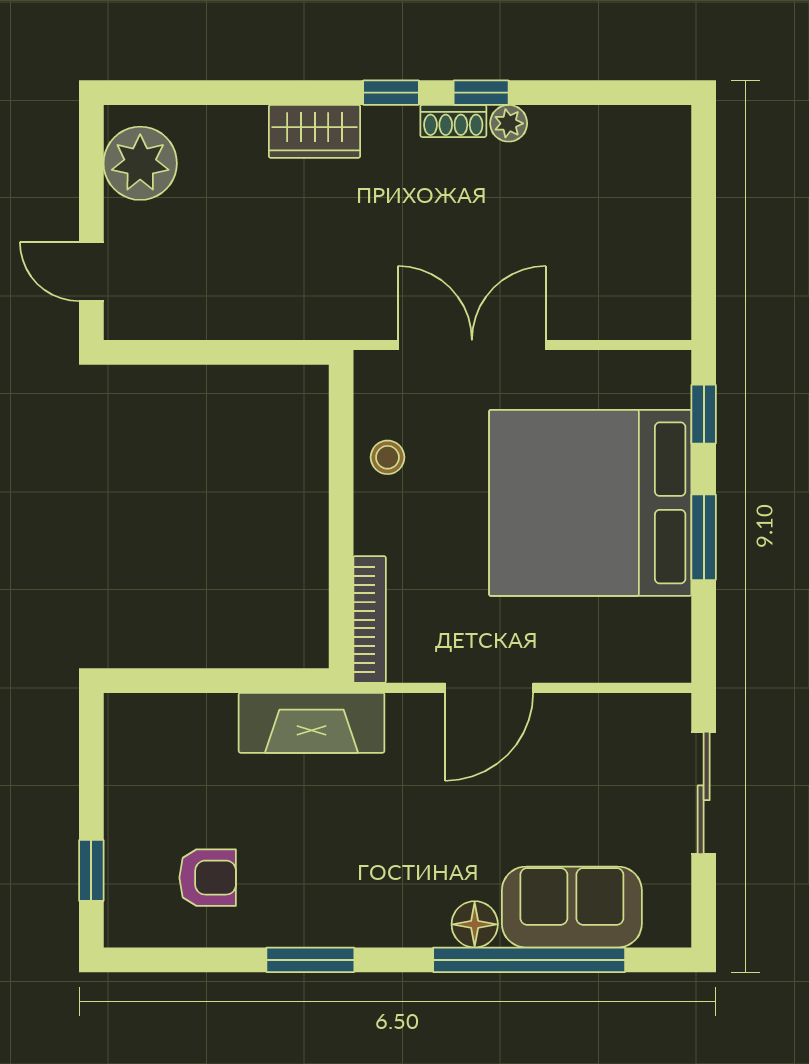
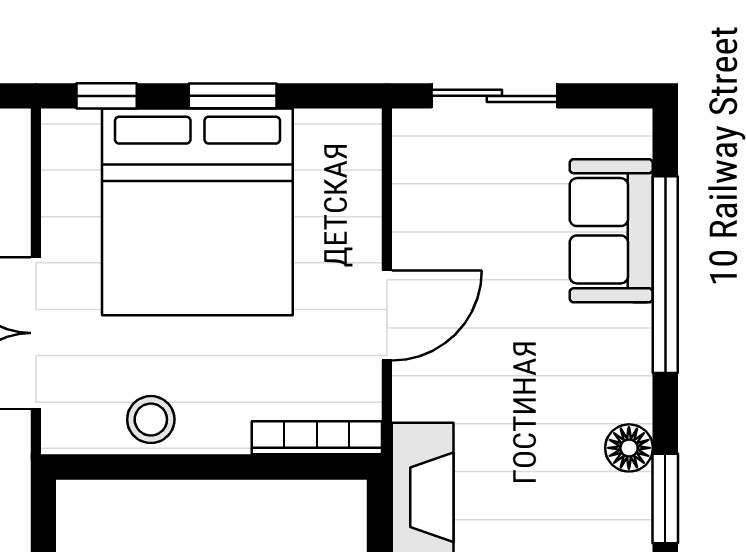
stool: (387, 457) -> (151, 420), width x1.37, depth x1.37
door: (489, 688) -> (387, 315), hinge flipped
floor lamp: (475, 924) -> (629, 448), moved

